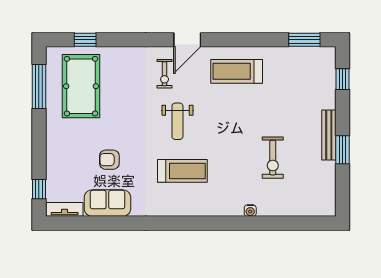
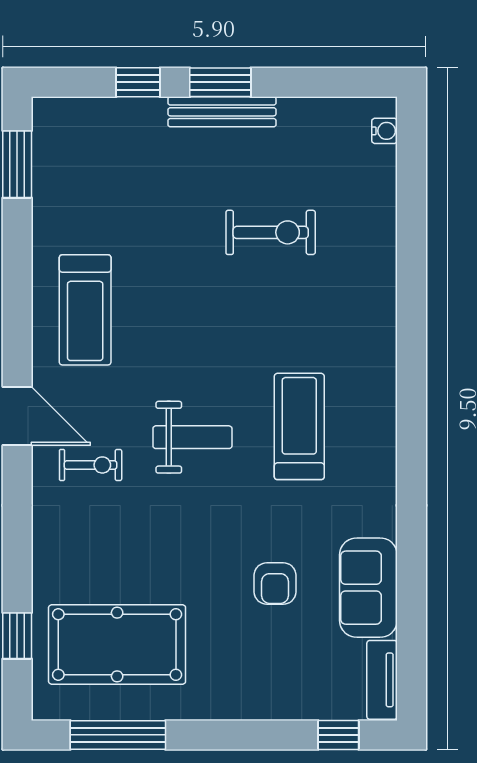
window: (343, 79) -> (138, 82), moved
window: (343, 150) -> (220, 82), moved
water cooler: (250, 211) -> (385, 131), moved

